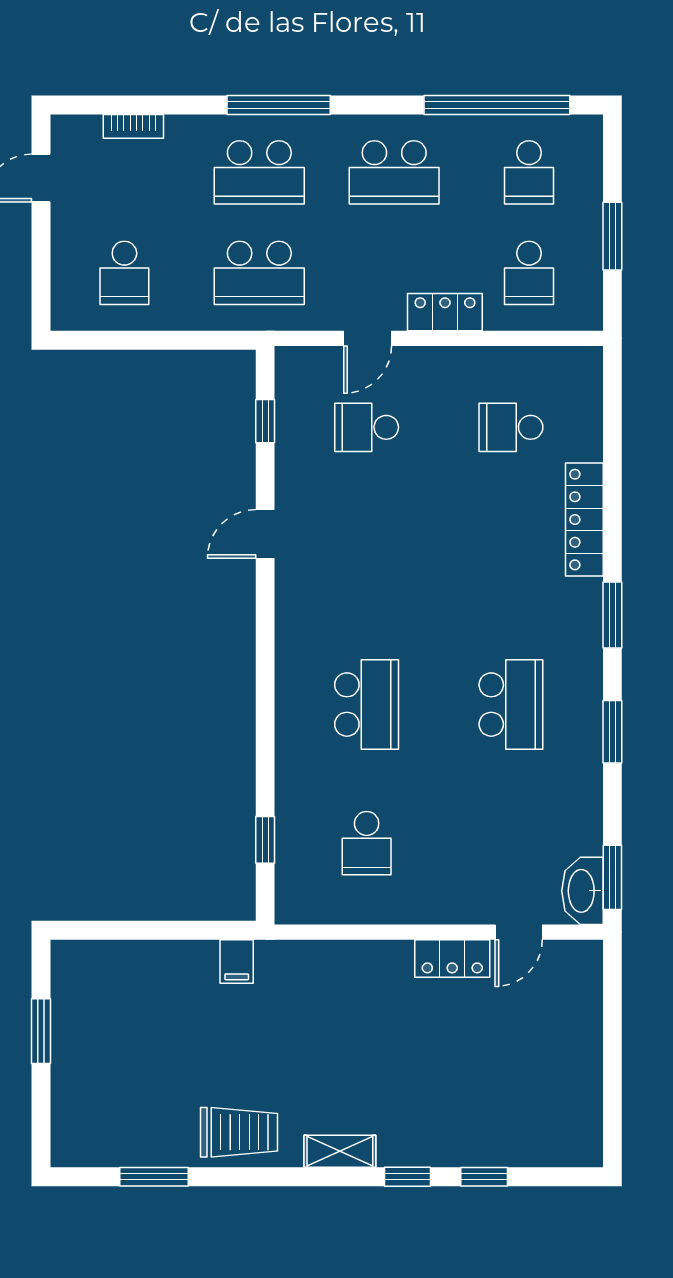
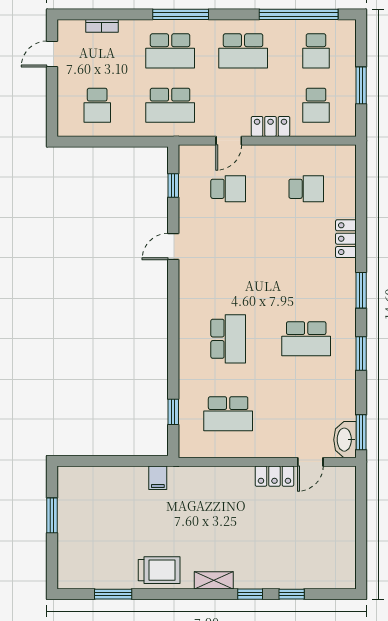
school desk: (367, 427) -> (228, 189), turned 180
school desk: (511, 427) -> (306, 189), turned 180
locker: (584, 520) -> (346, 239), width x0.66
school desk: (511, 705) -> (306, 339), turned 90
school desk: (367, 843) -> (228, 414), width x1.85

